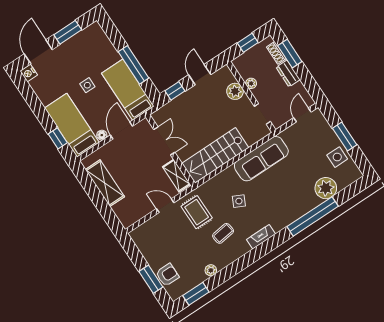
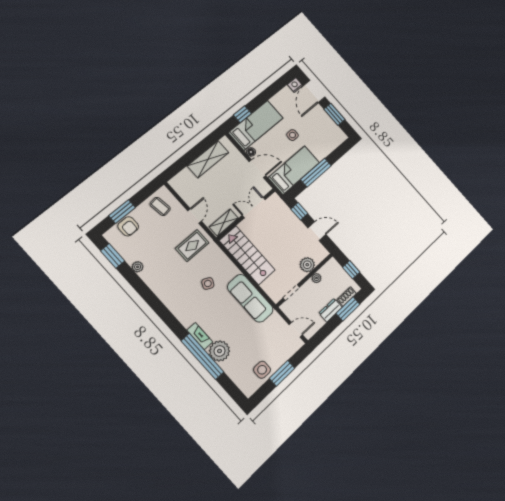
door: (38, 52) -> (314, 91), swing flipped
double door: (164, 141) -> (254, 207), swing flipped
plant: (326, 188) -> (220, 351), moved
coffee table: (223, 233) -> (160, 206), moved
fireplace: (261, 237) -> (200, 336), moved

